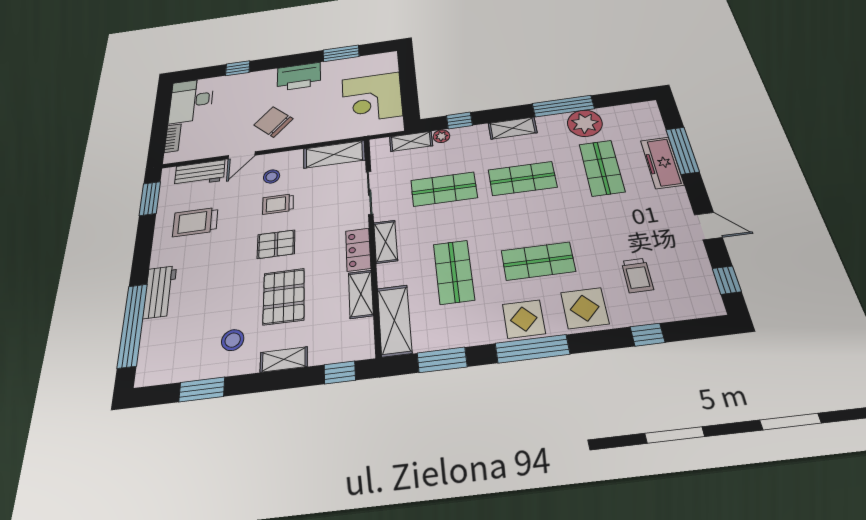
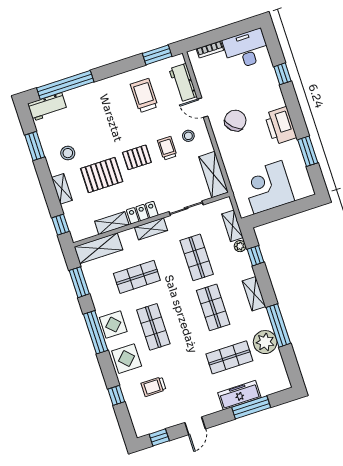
pallet: (276, 244) -> (137, 157), turned 90
workbench: (160, 292) -> (47, 107), moved

